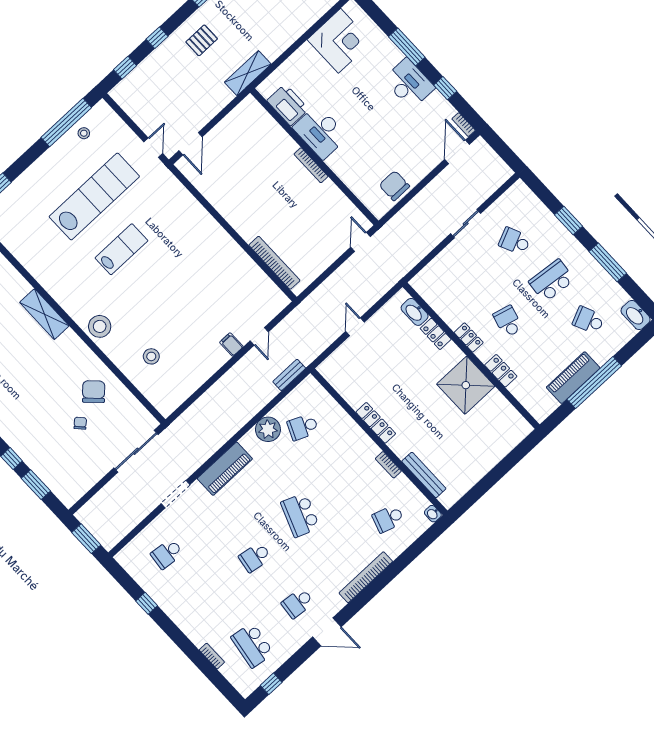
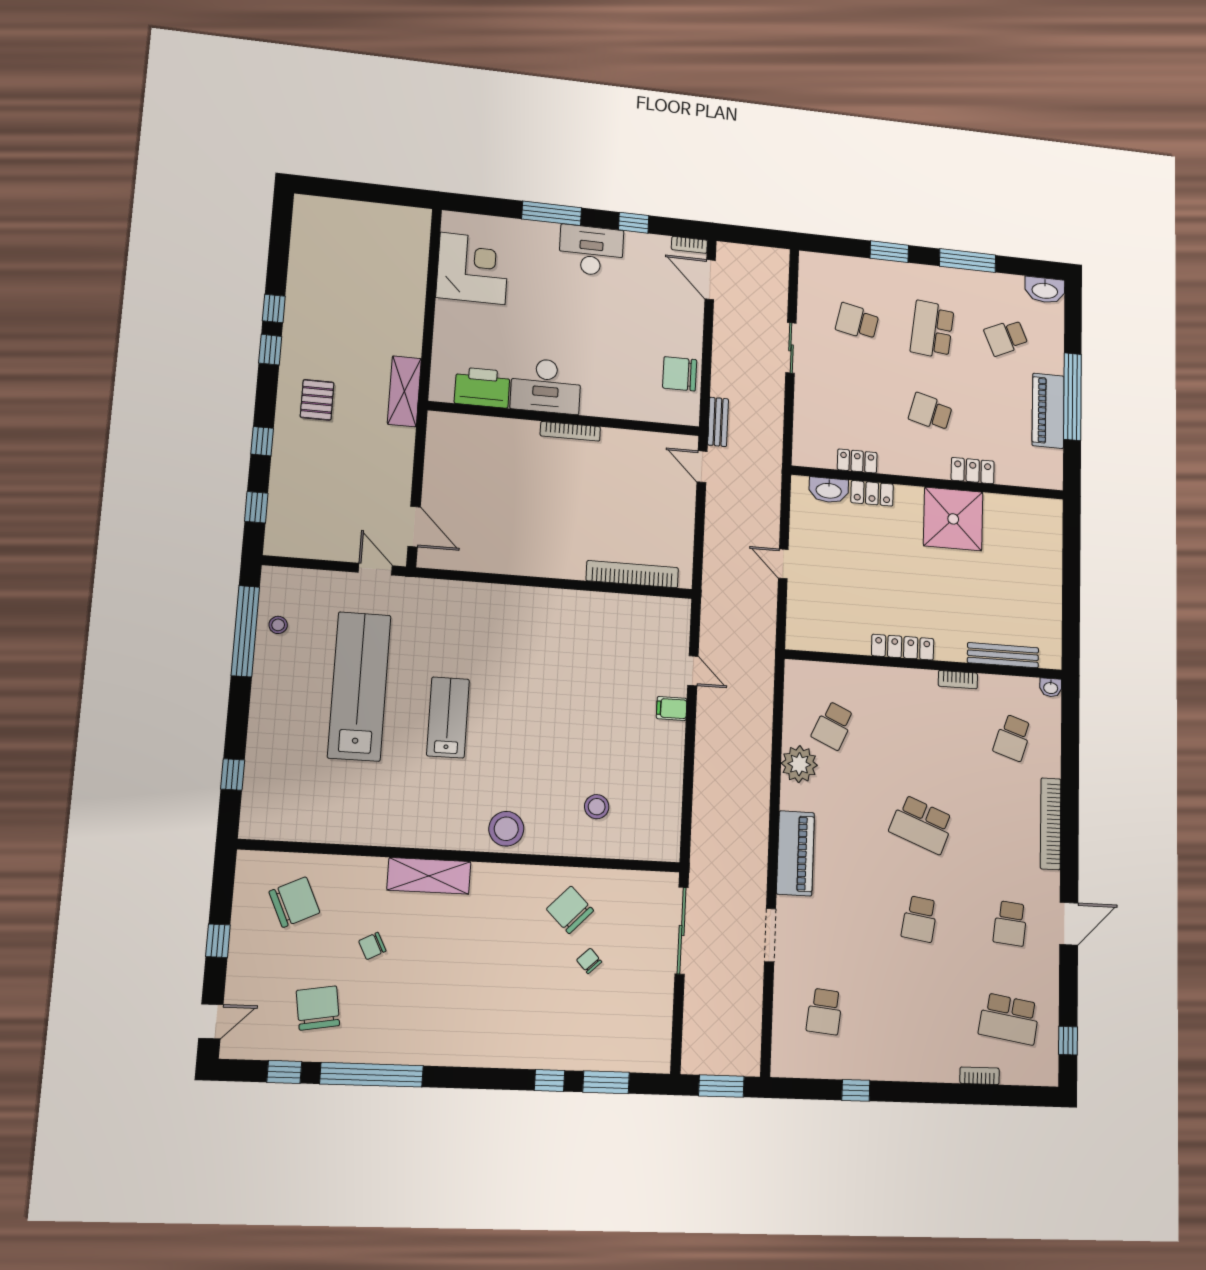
school desk: (515, 241) -> (857, 322), turned 36
locker: (469, 337) -> (857, 461), moved
bench: (289, 375) -> (718, 422), moved

